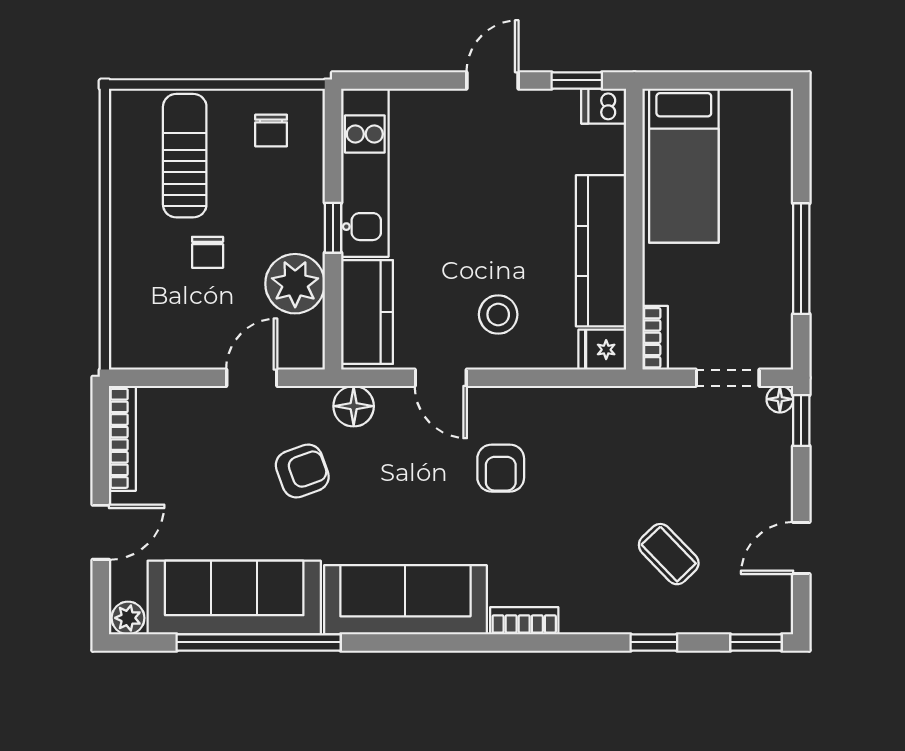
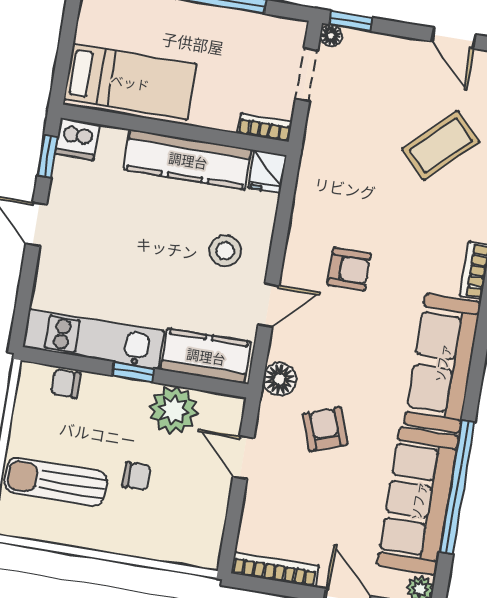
dishwasher: (604, 106) -> (77, 139), width x1.38
chair: (271, 131) -> (66, 384), moved, turned 180
coffee table: (669, 554) -> (441, 145), width x1.36, depth x1.30

